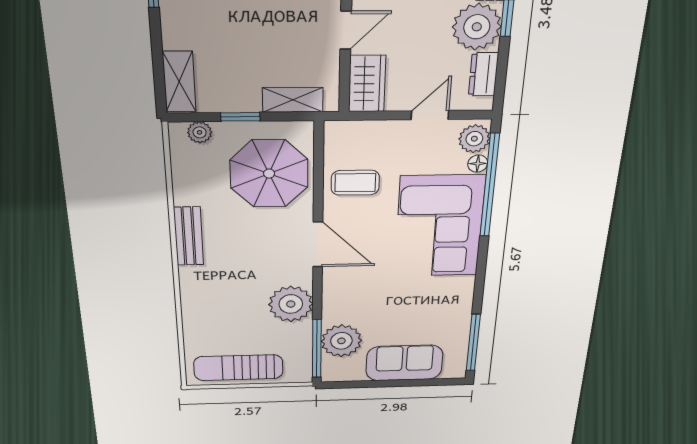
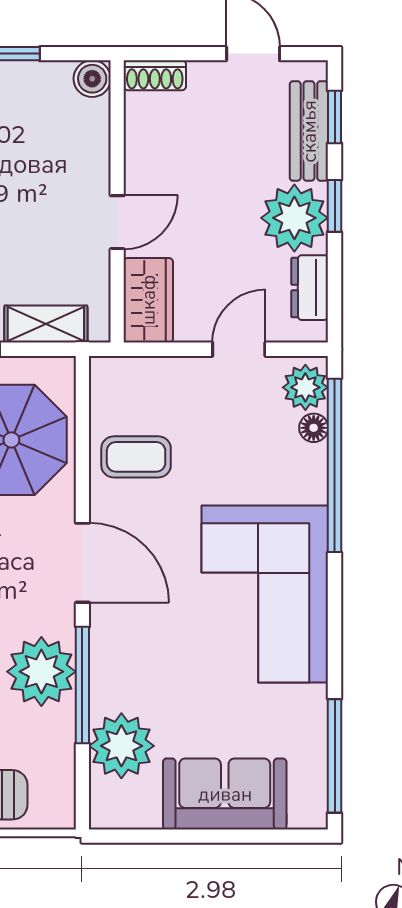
corner sofa: (439, 226) -> (265, 594), moved
window: (317, 349) -> (82, 685), moved

